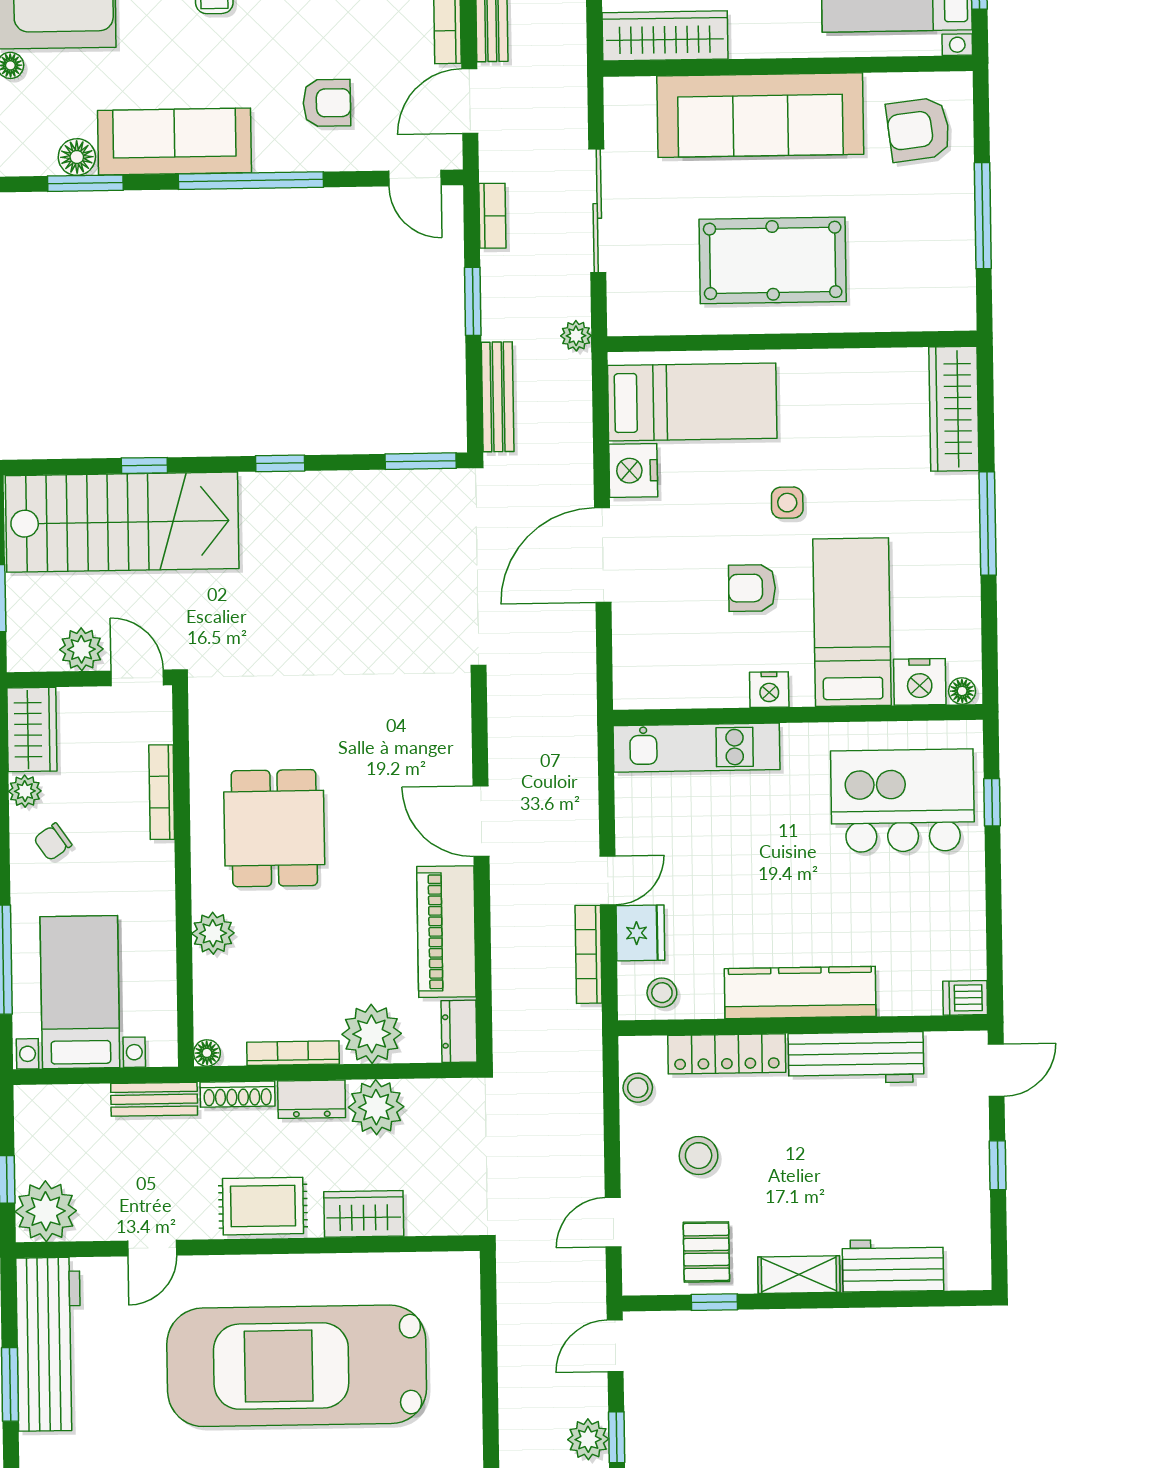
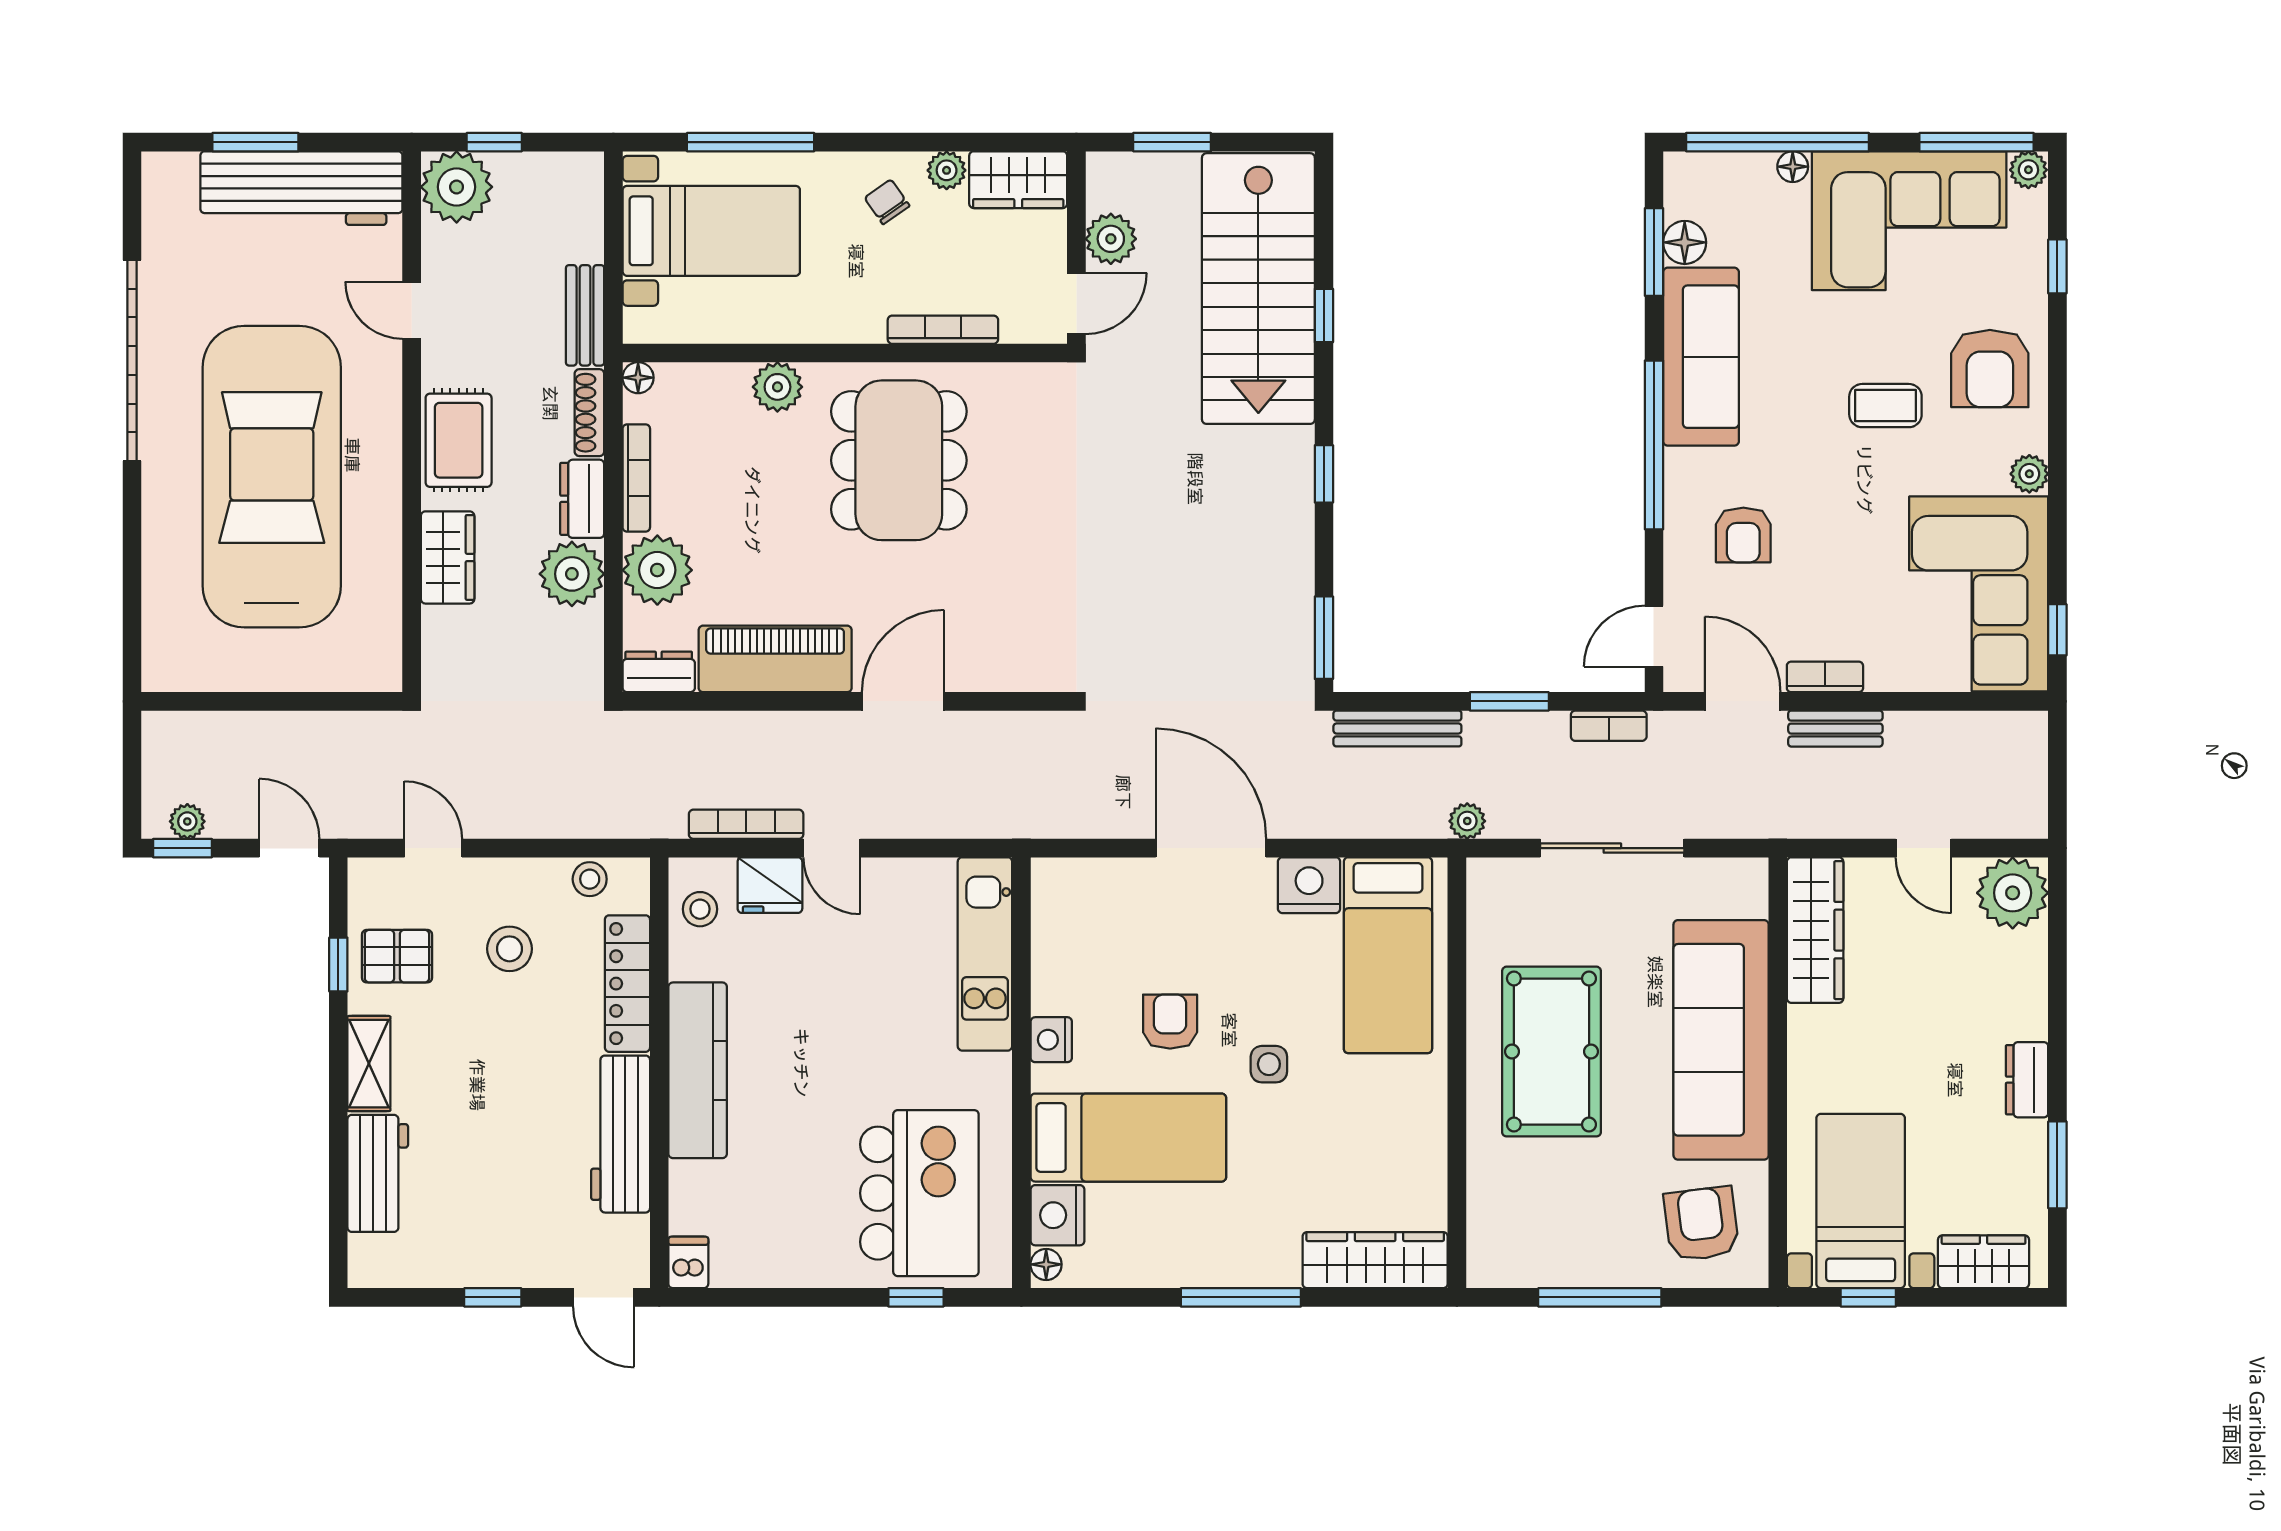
dining table: (274, 828) -> (899, 460), width x1.38
plant: (588, 1439) -> (187, 821), width x0.73, depth x0.73

